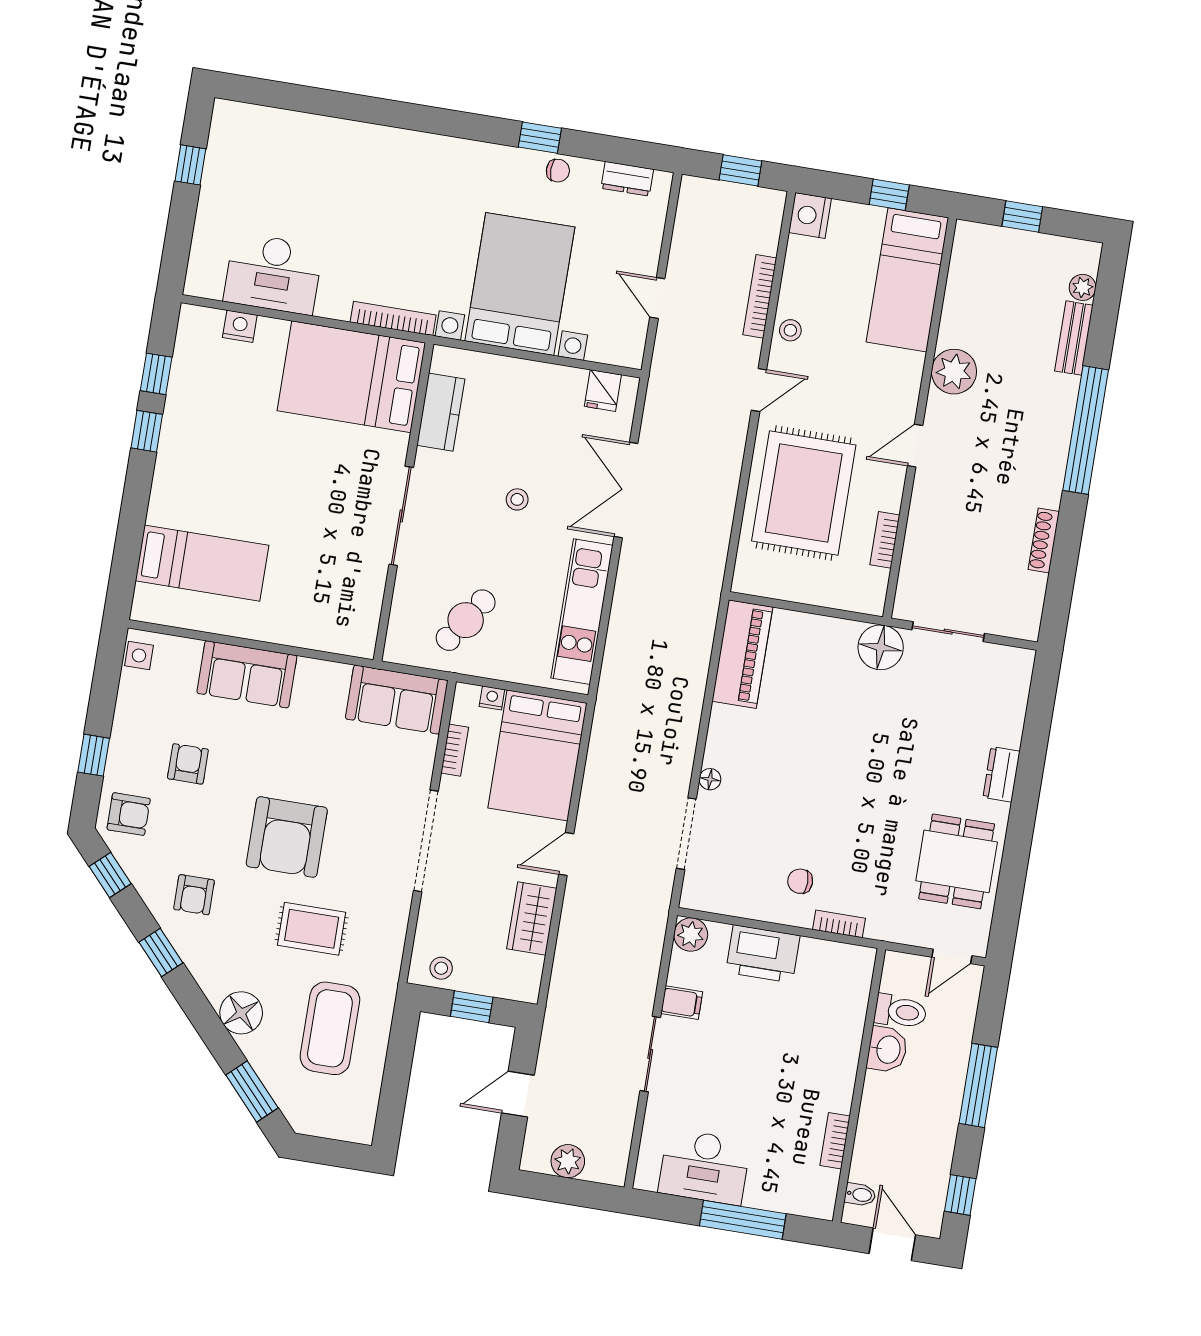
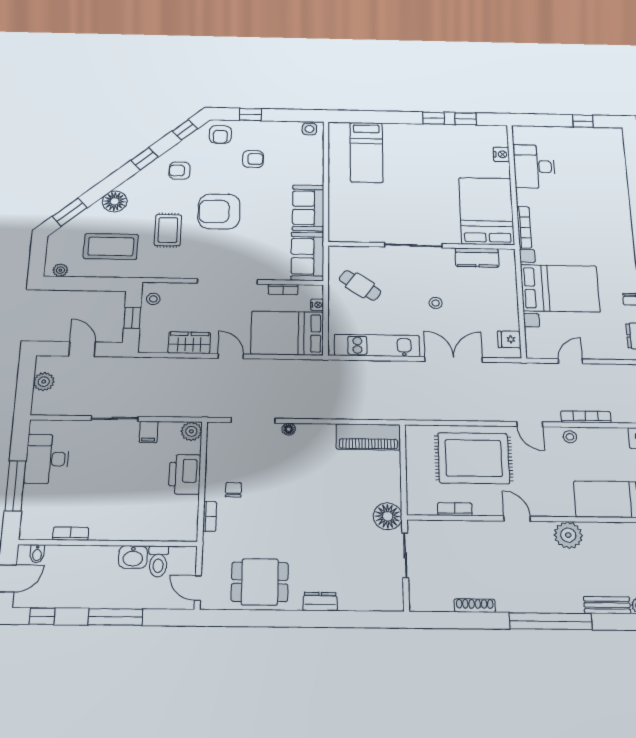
sofa: (247, 674) -> (308, 208), moved
plant: (364, 1117) -> (60, 270), added

